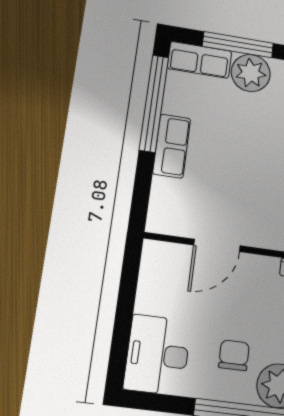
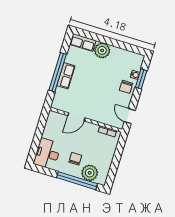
window: (238, 45) -> (99, 38), removed
window: (154, 103) -> (58, 72), moved

